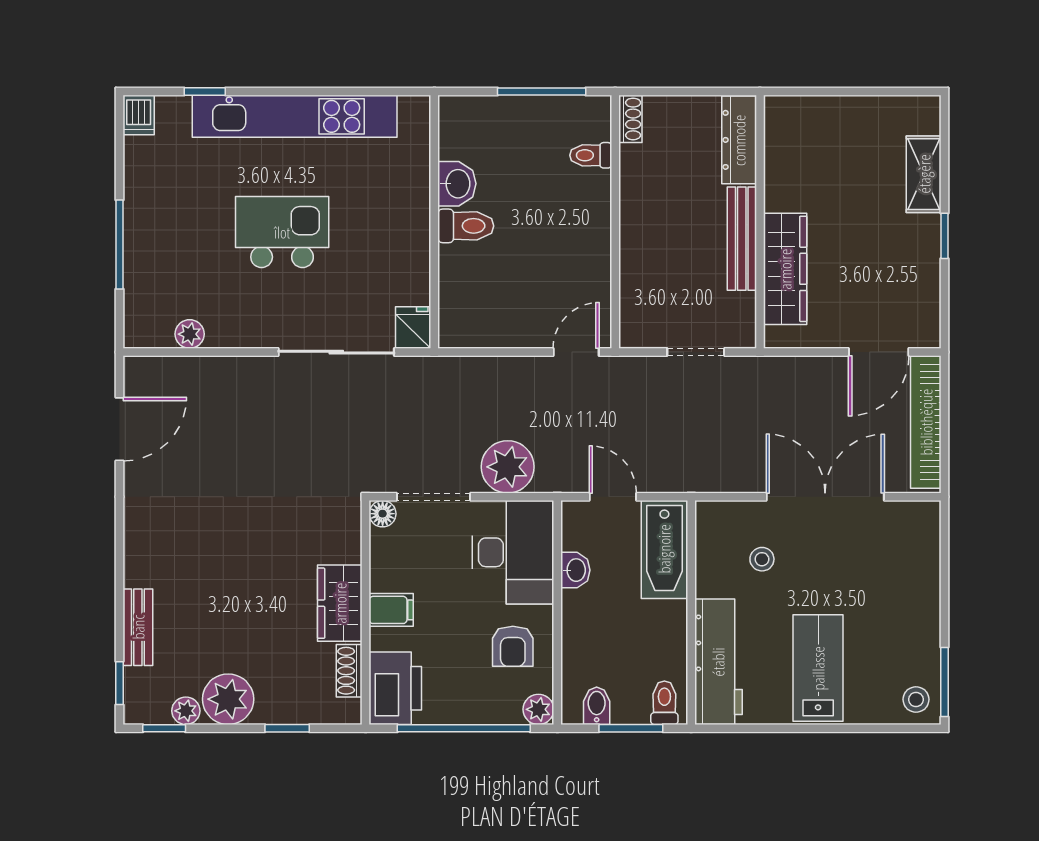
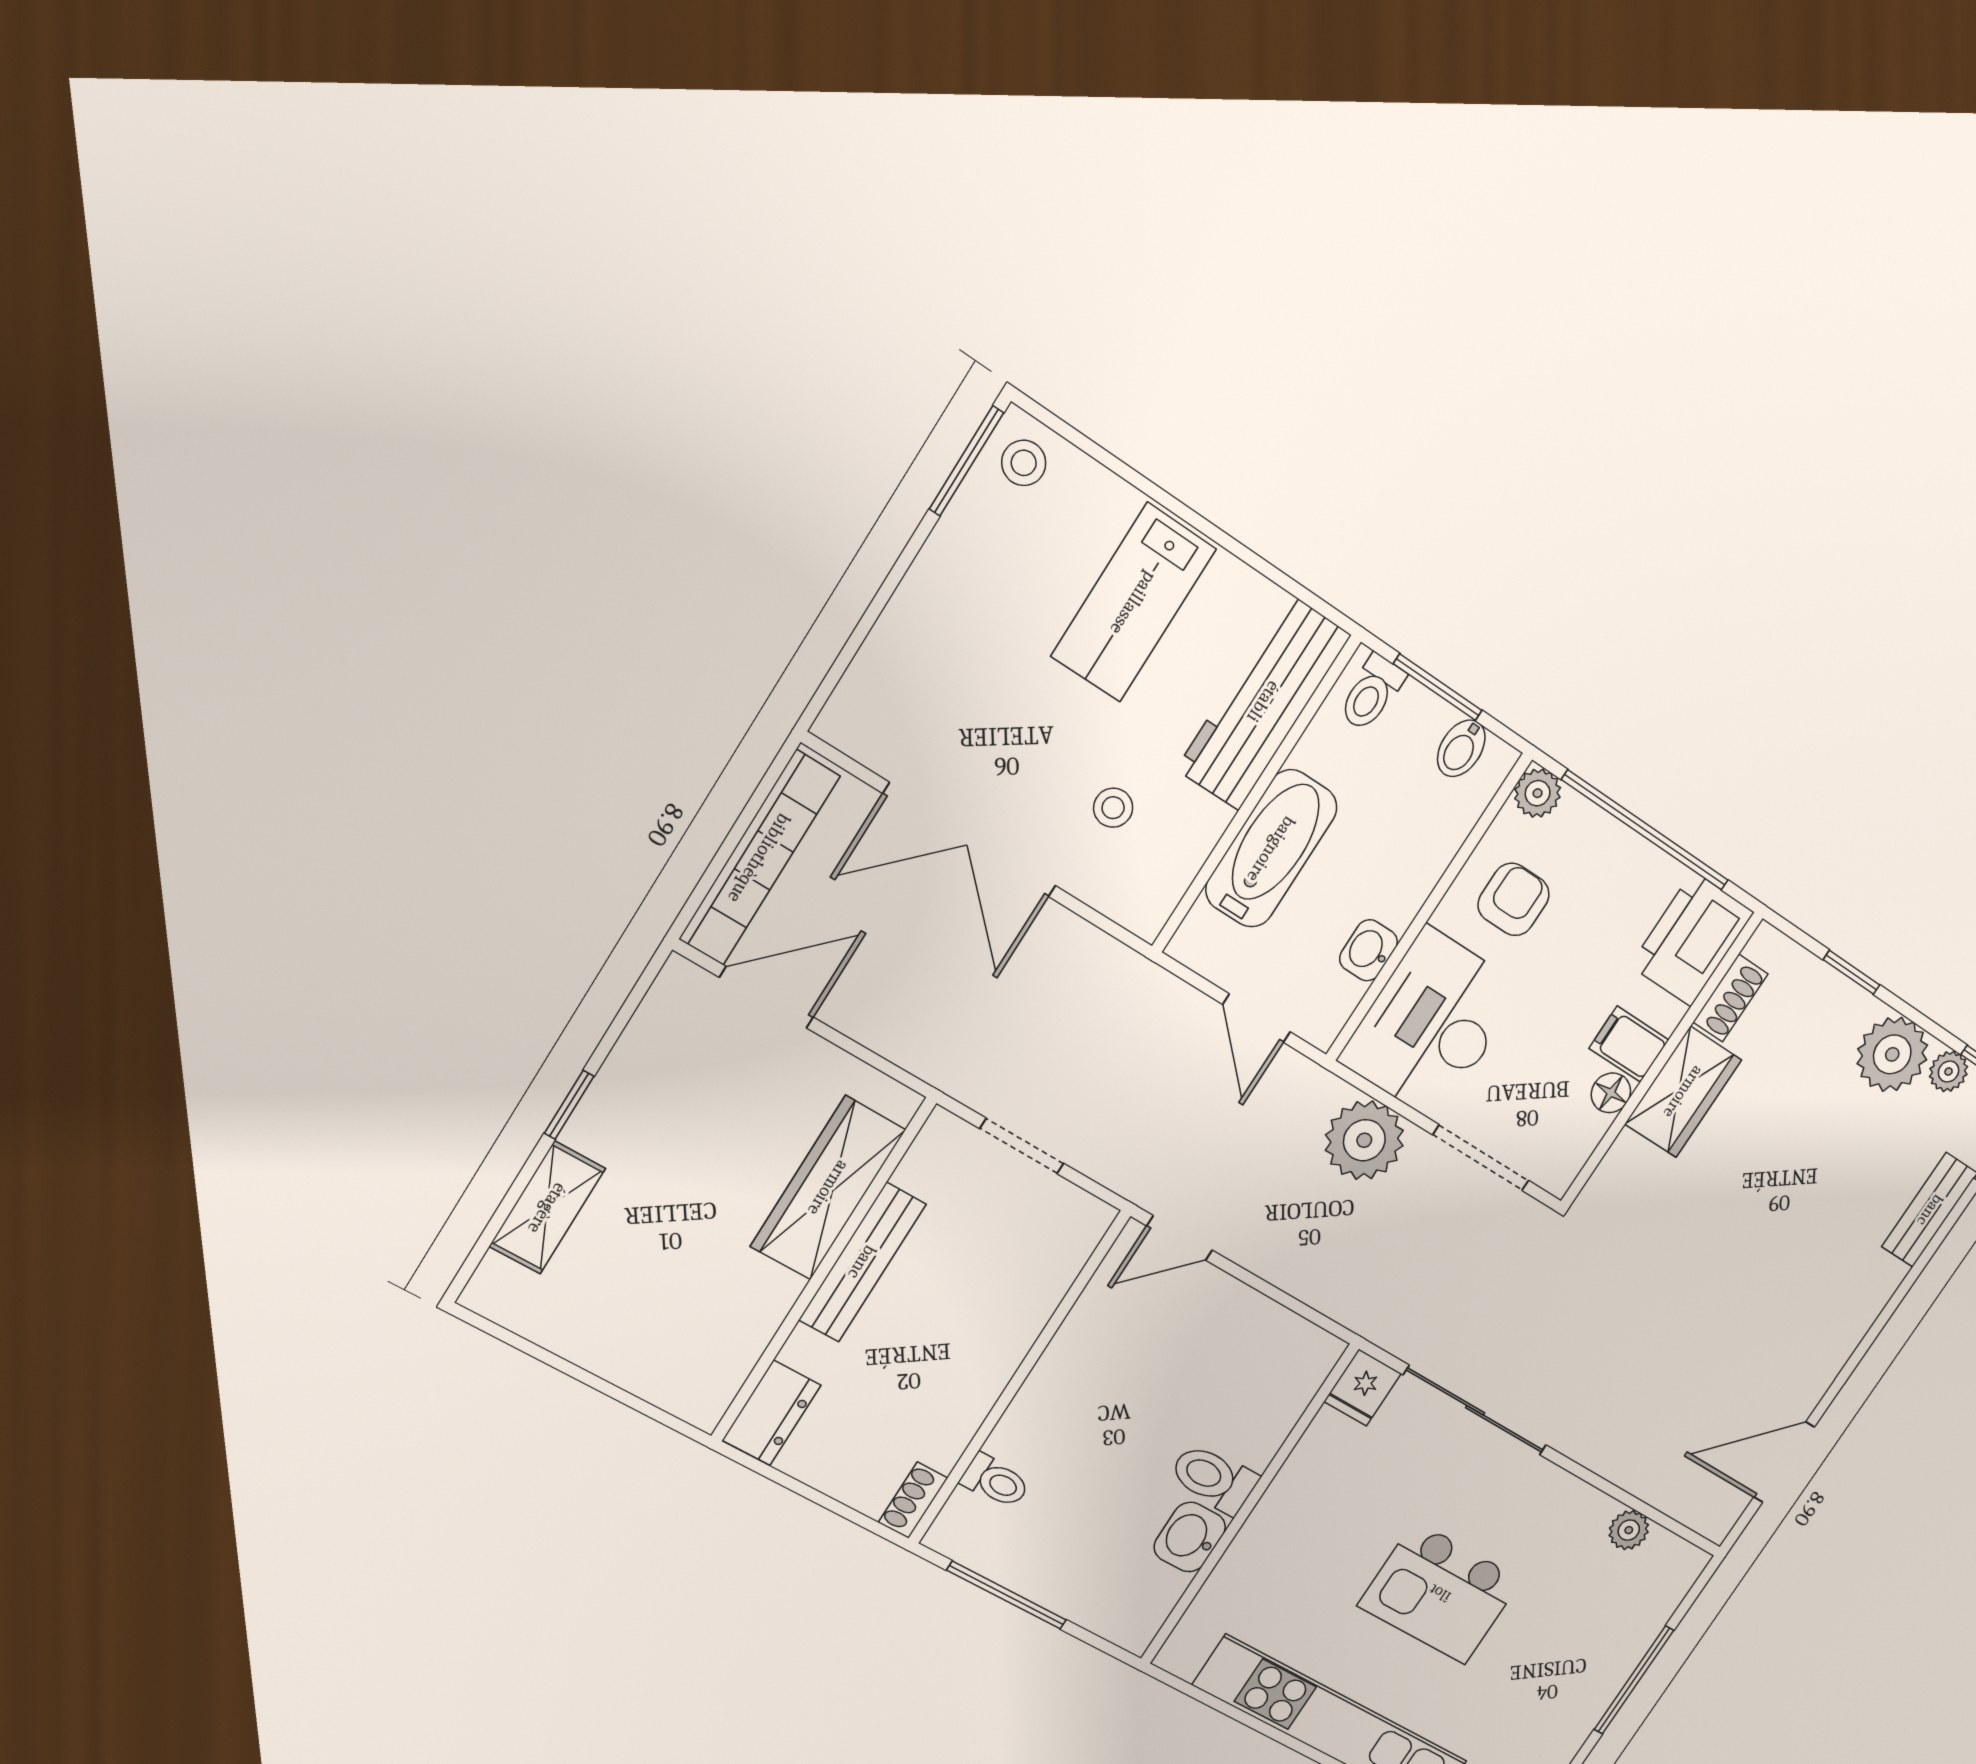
dresser: (739, 140) -> (772, 1413), width x0.70
floor lamp: (383, 514) -> (1611, 1093), moved
bathtub: (664, 549) -> (1271, 849), moved

